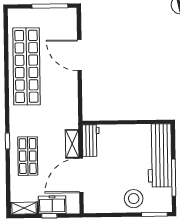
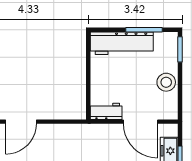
shelving: (72, 144) -> (109, 130), removed
stool: (134, 199) -> (166, 82), moved

